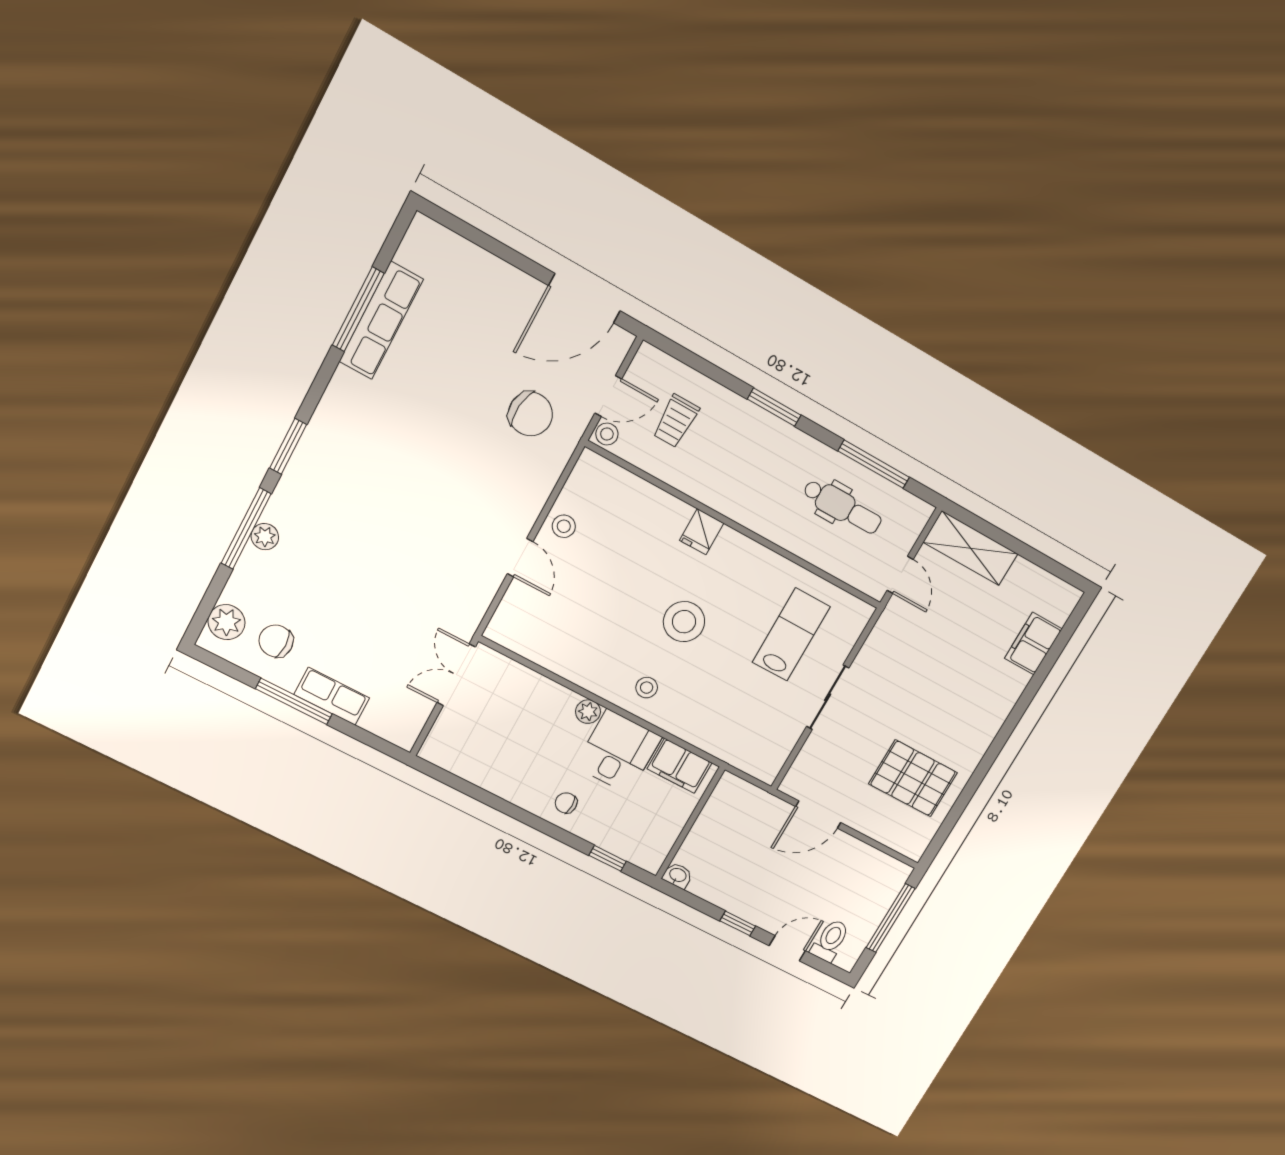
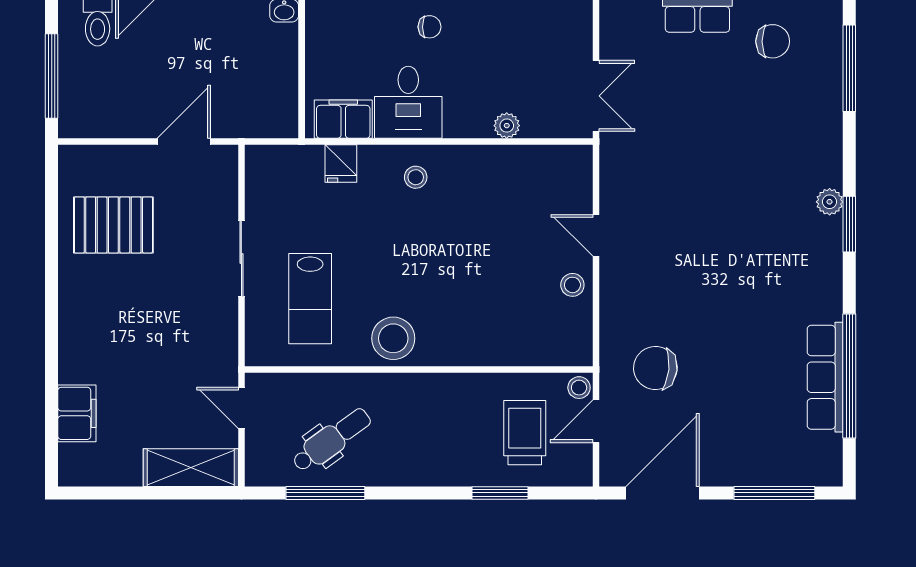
window: (483, 240) -> (774, 493), added
window: (358, 309) -> (849, 376), width x1.46
window: (774, 407) -> (500, 493), moved
trolley: (676, 421) -> (525, 433), width x1.36, depth x1.39
dental chair: (842, 507) -> (332, 440), turned 144
window: (246, 528) -> (849, 68), moved
fridge: (702, 532) -> (341, 164), moved, turned 180
plant: (265, 537) -> (830, 202), moved
plant: (226, 622) -> (825, 36), removed
stool: (684, 622) -> (393, 338), moved
plant: (588, 712) -> (507, 126), moved

